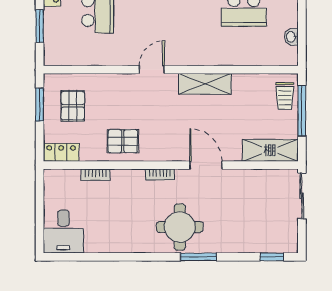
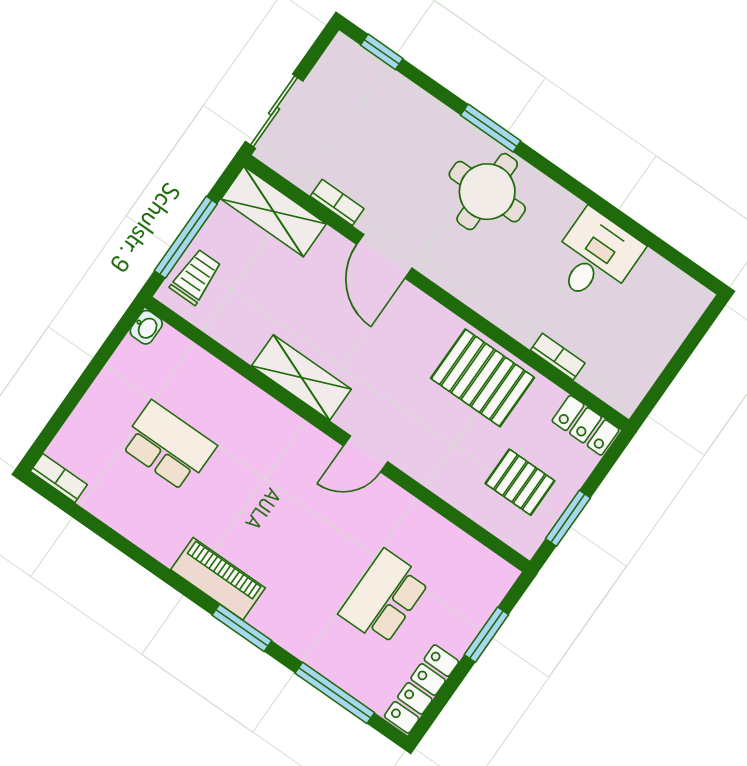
washbasin: (291, 37) -> (146, 327), moved
pallet: (73, 106) -> (520, 482), turned 90
pallet: (123, 141) -> (483, 378), width x1.50, depth x1.42
bookcase: (160, 175) -> (337, 202), moved
desk: (63, 231) -> (595, 257), moved

